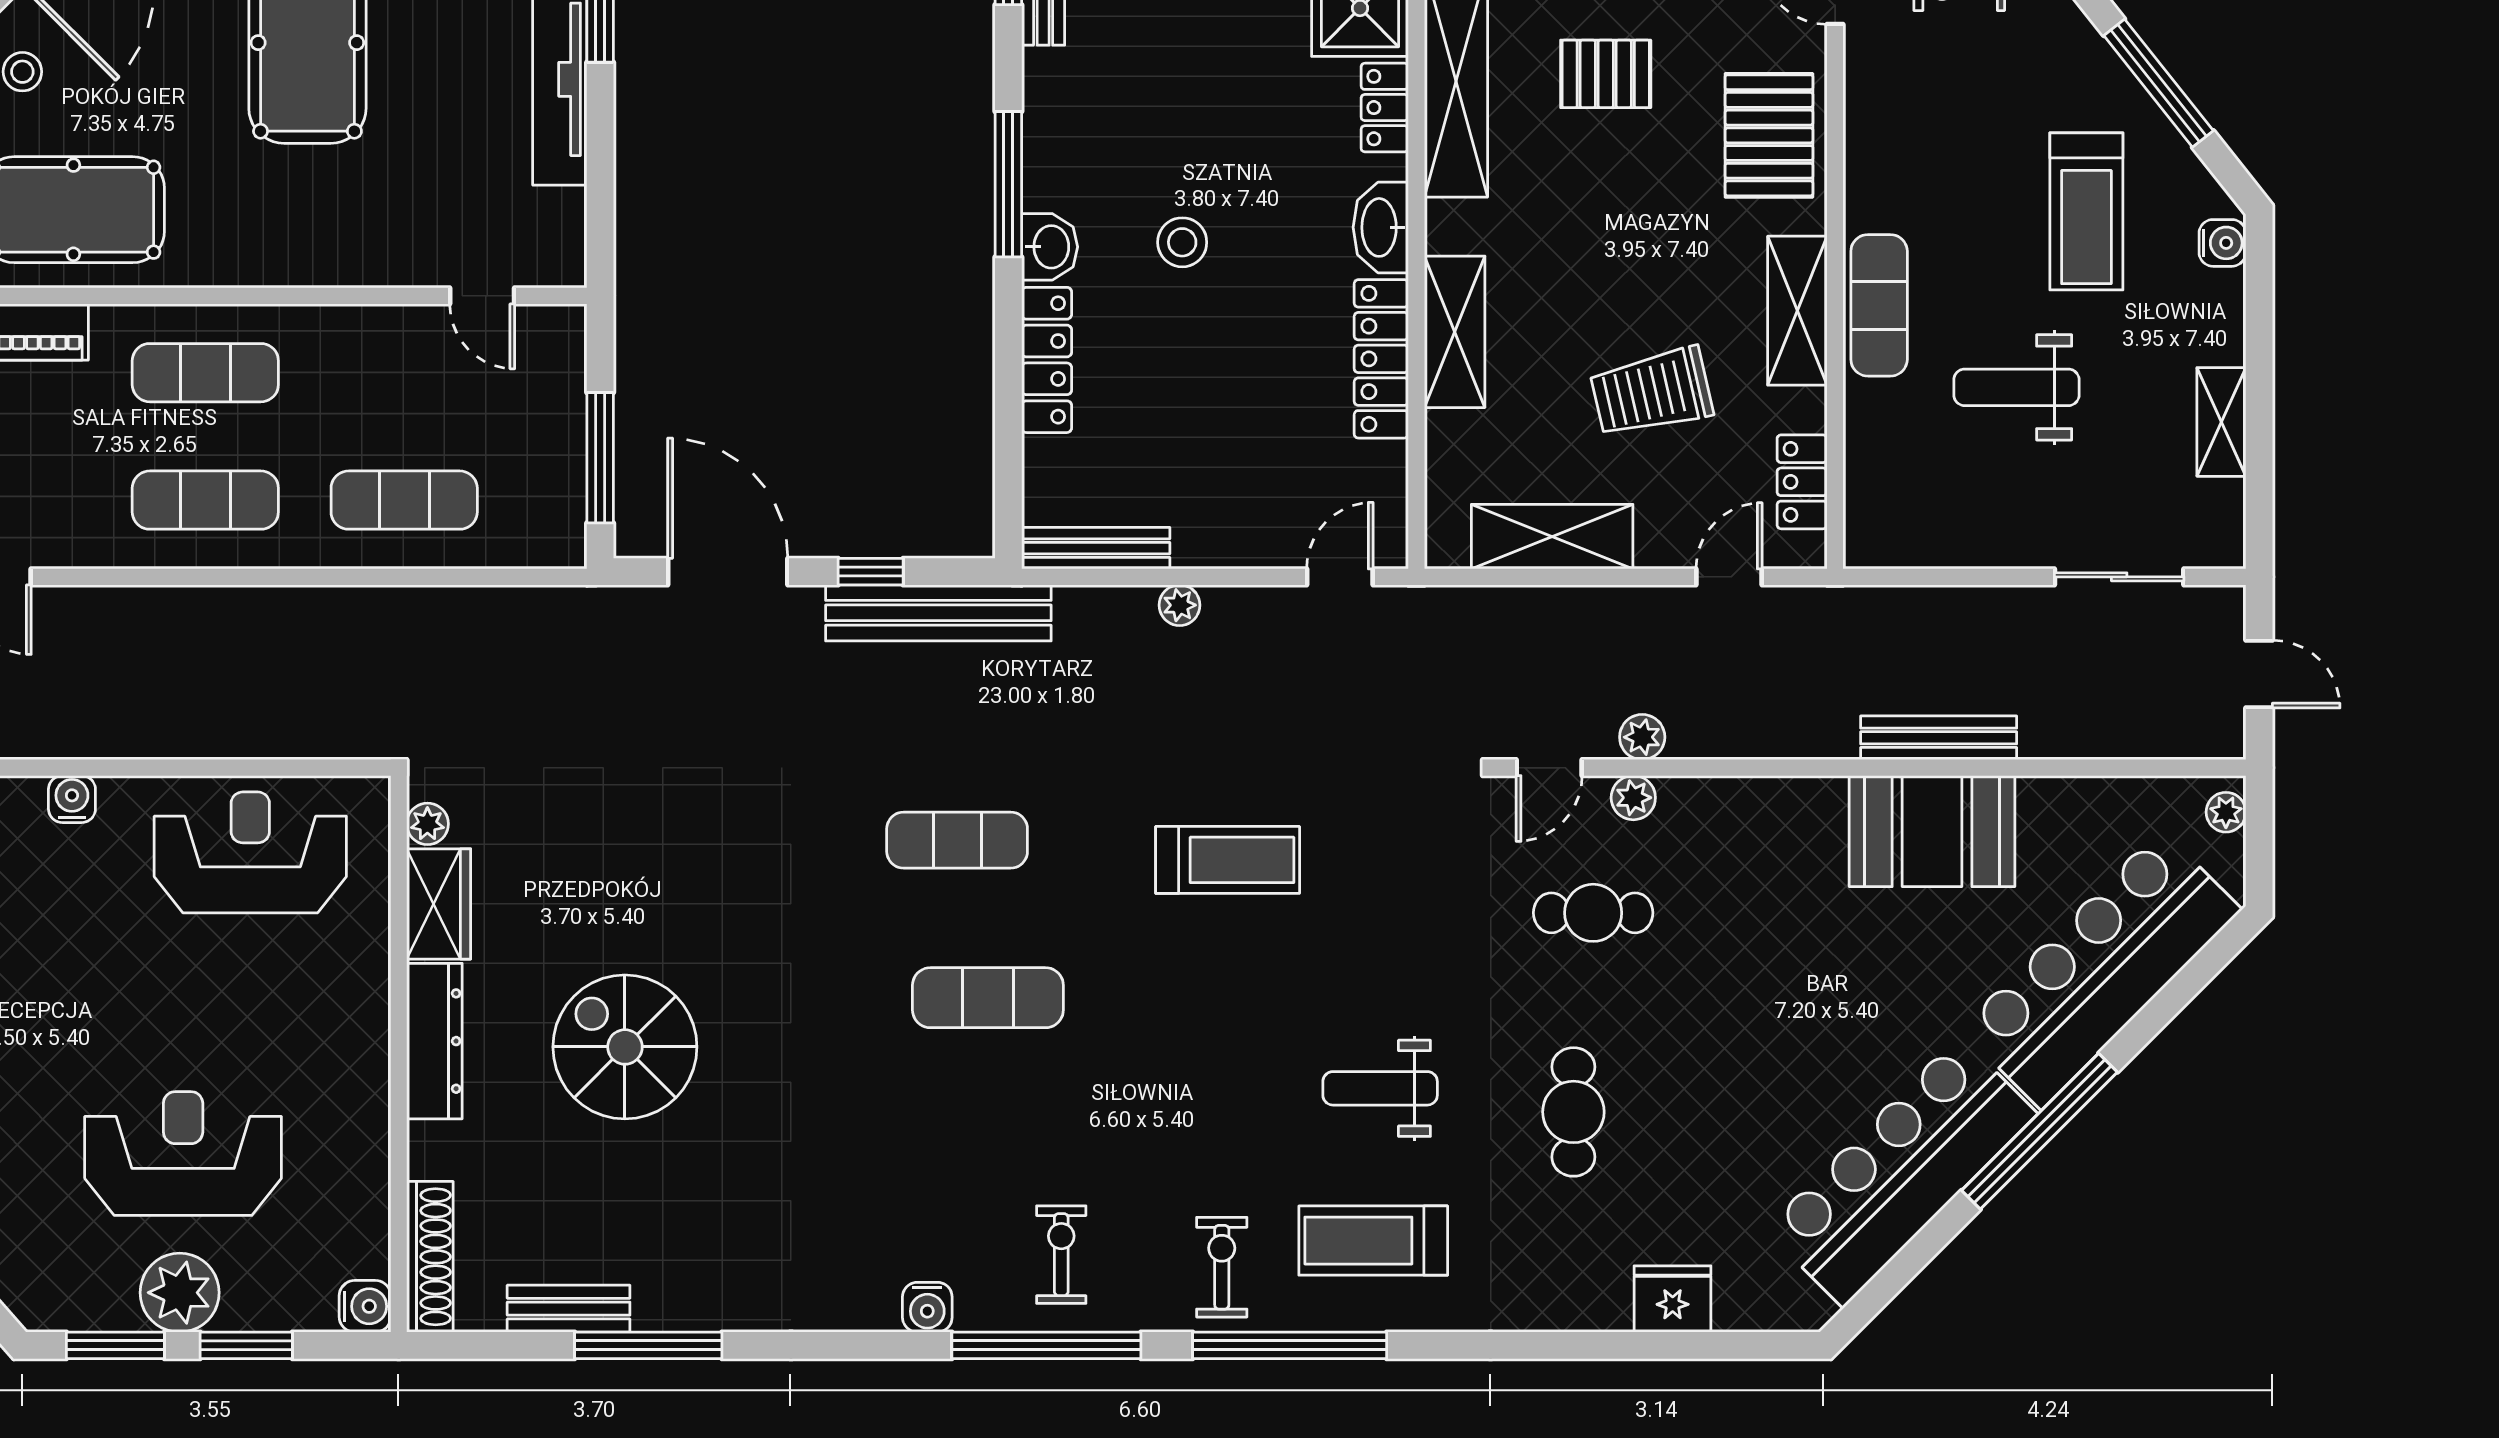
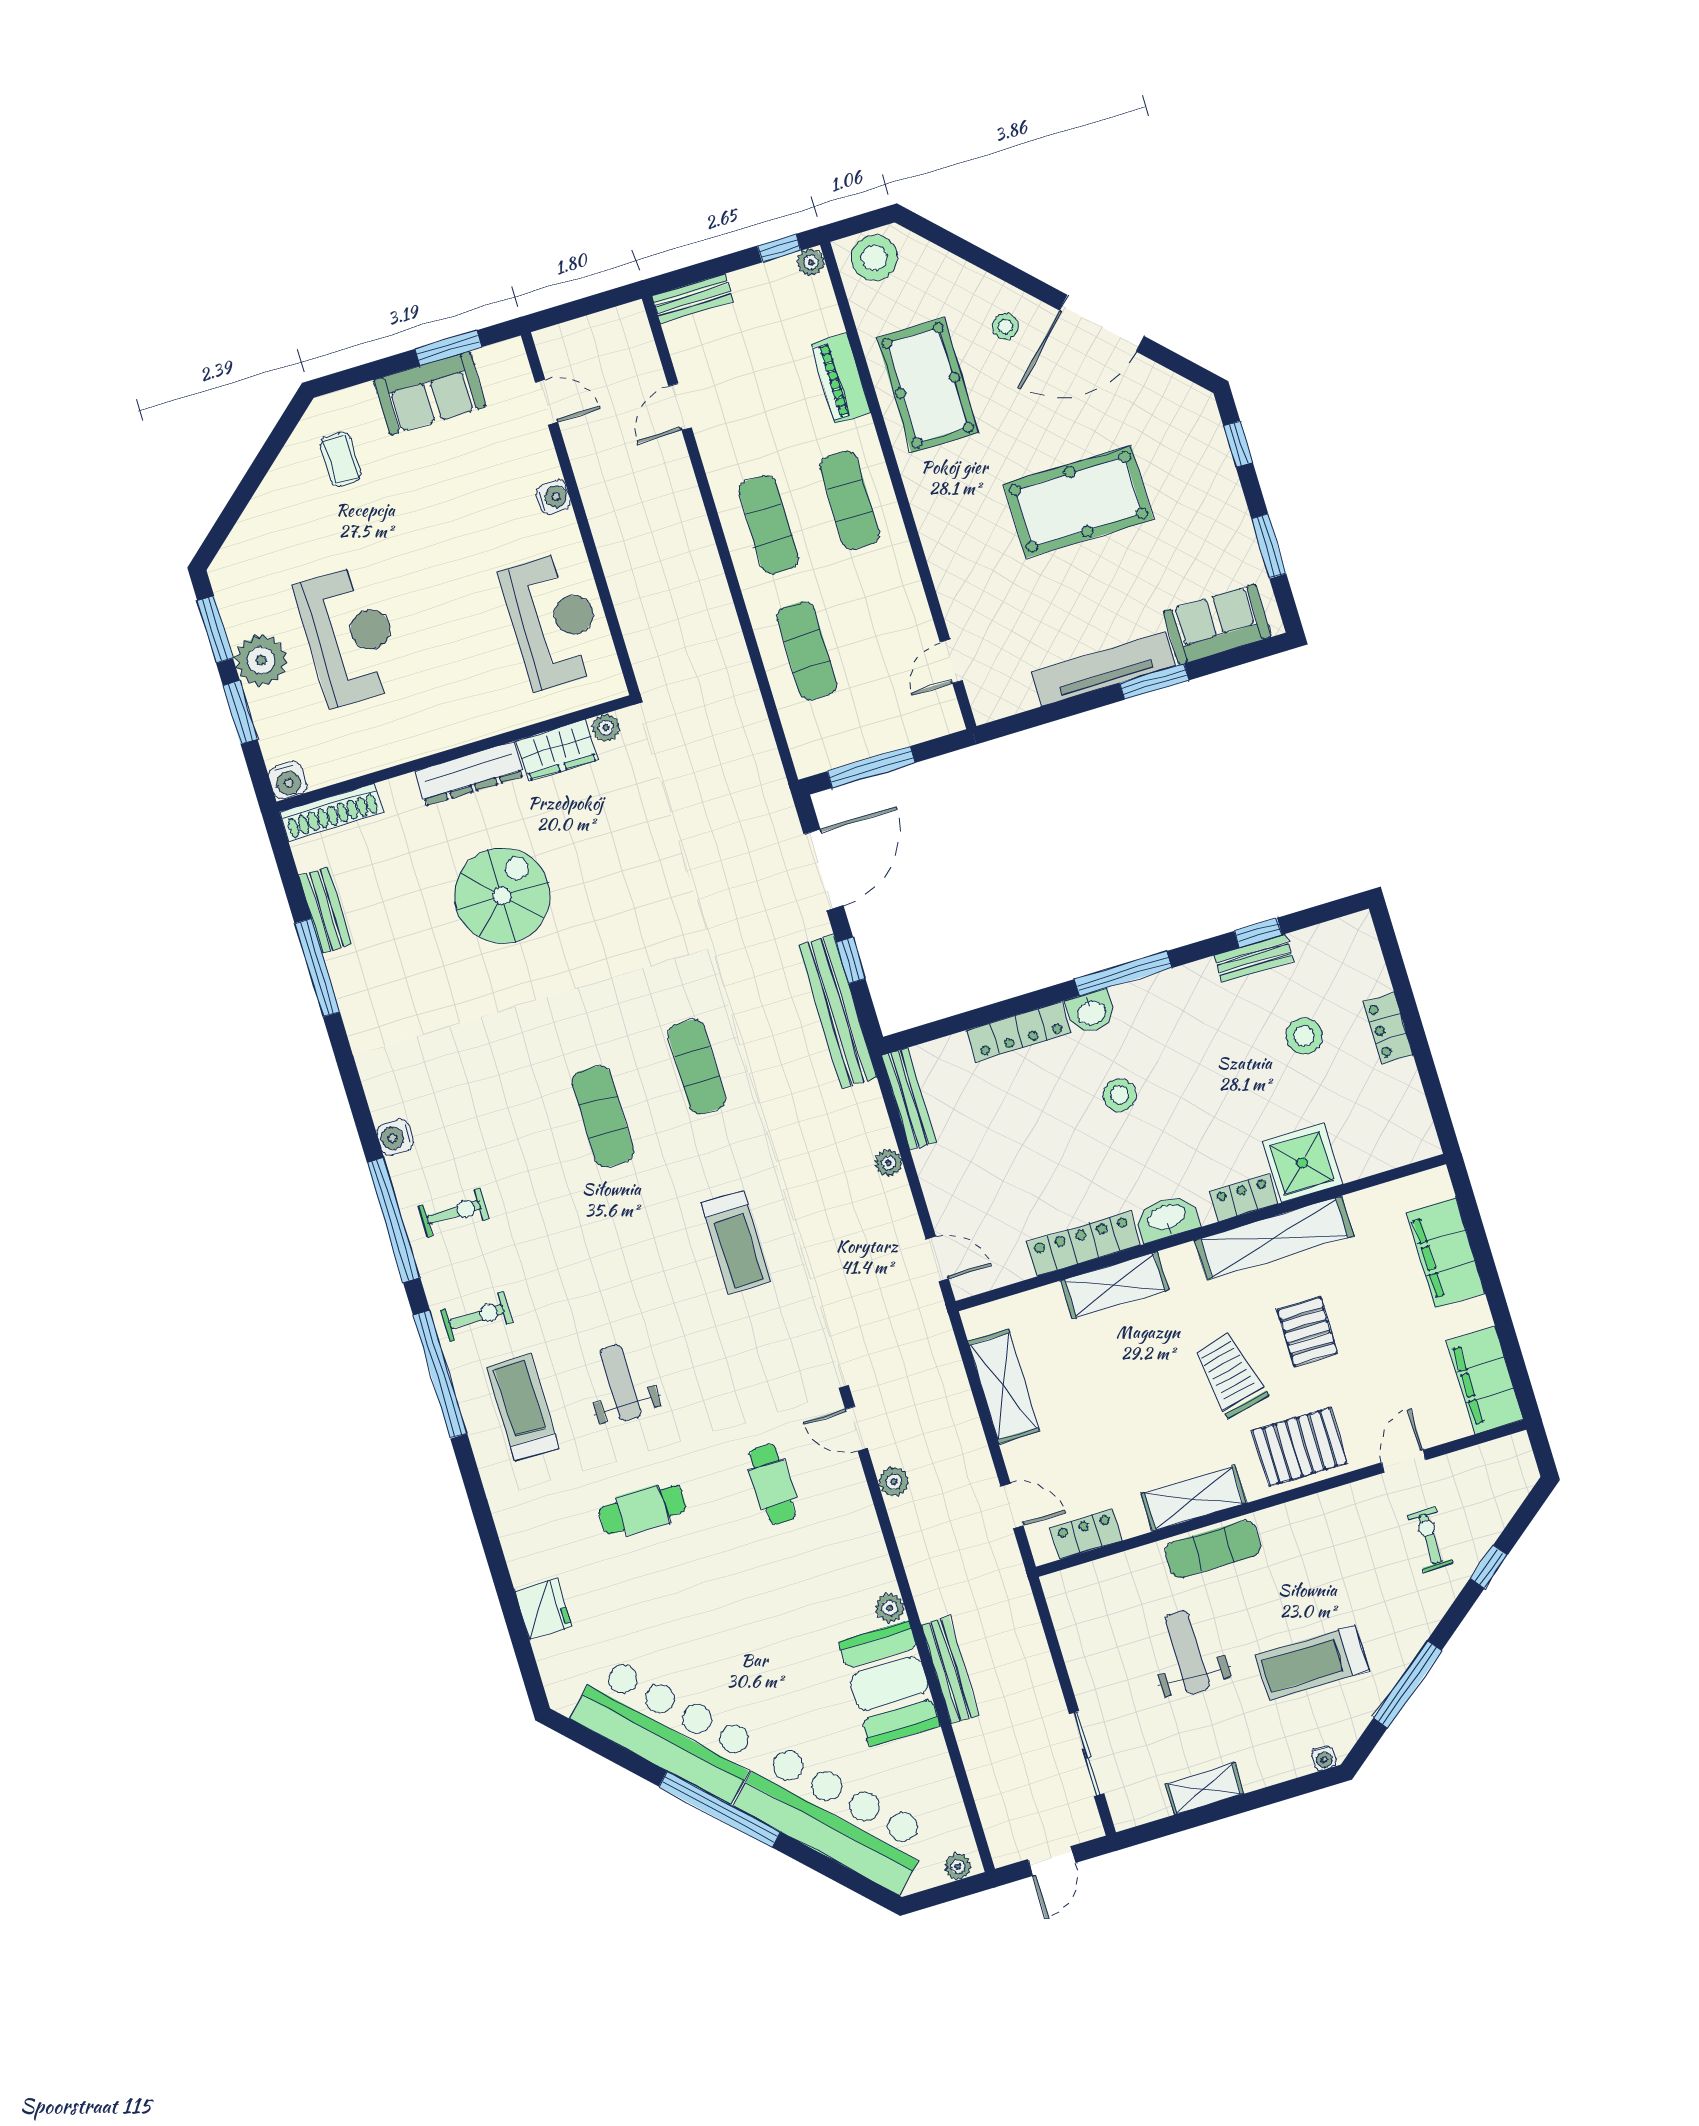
water cooler: (2222, 243) -> (1324, 1758), width x0.72, depth x0.72
trolley: (1652, 392) -> (1230, 1375), moved
plant: (1633, 798) -> (890, 1608), moved

